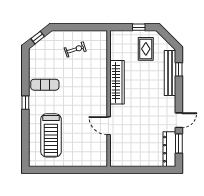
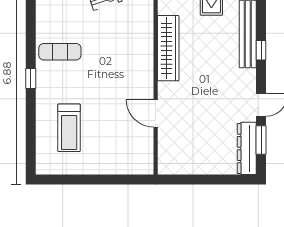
window: (179, 69) -> (261, 50), moved
treadmill: (51, 135) -> (69, 128), width x0.73, depth x0.73

